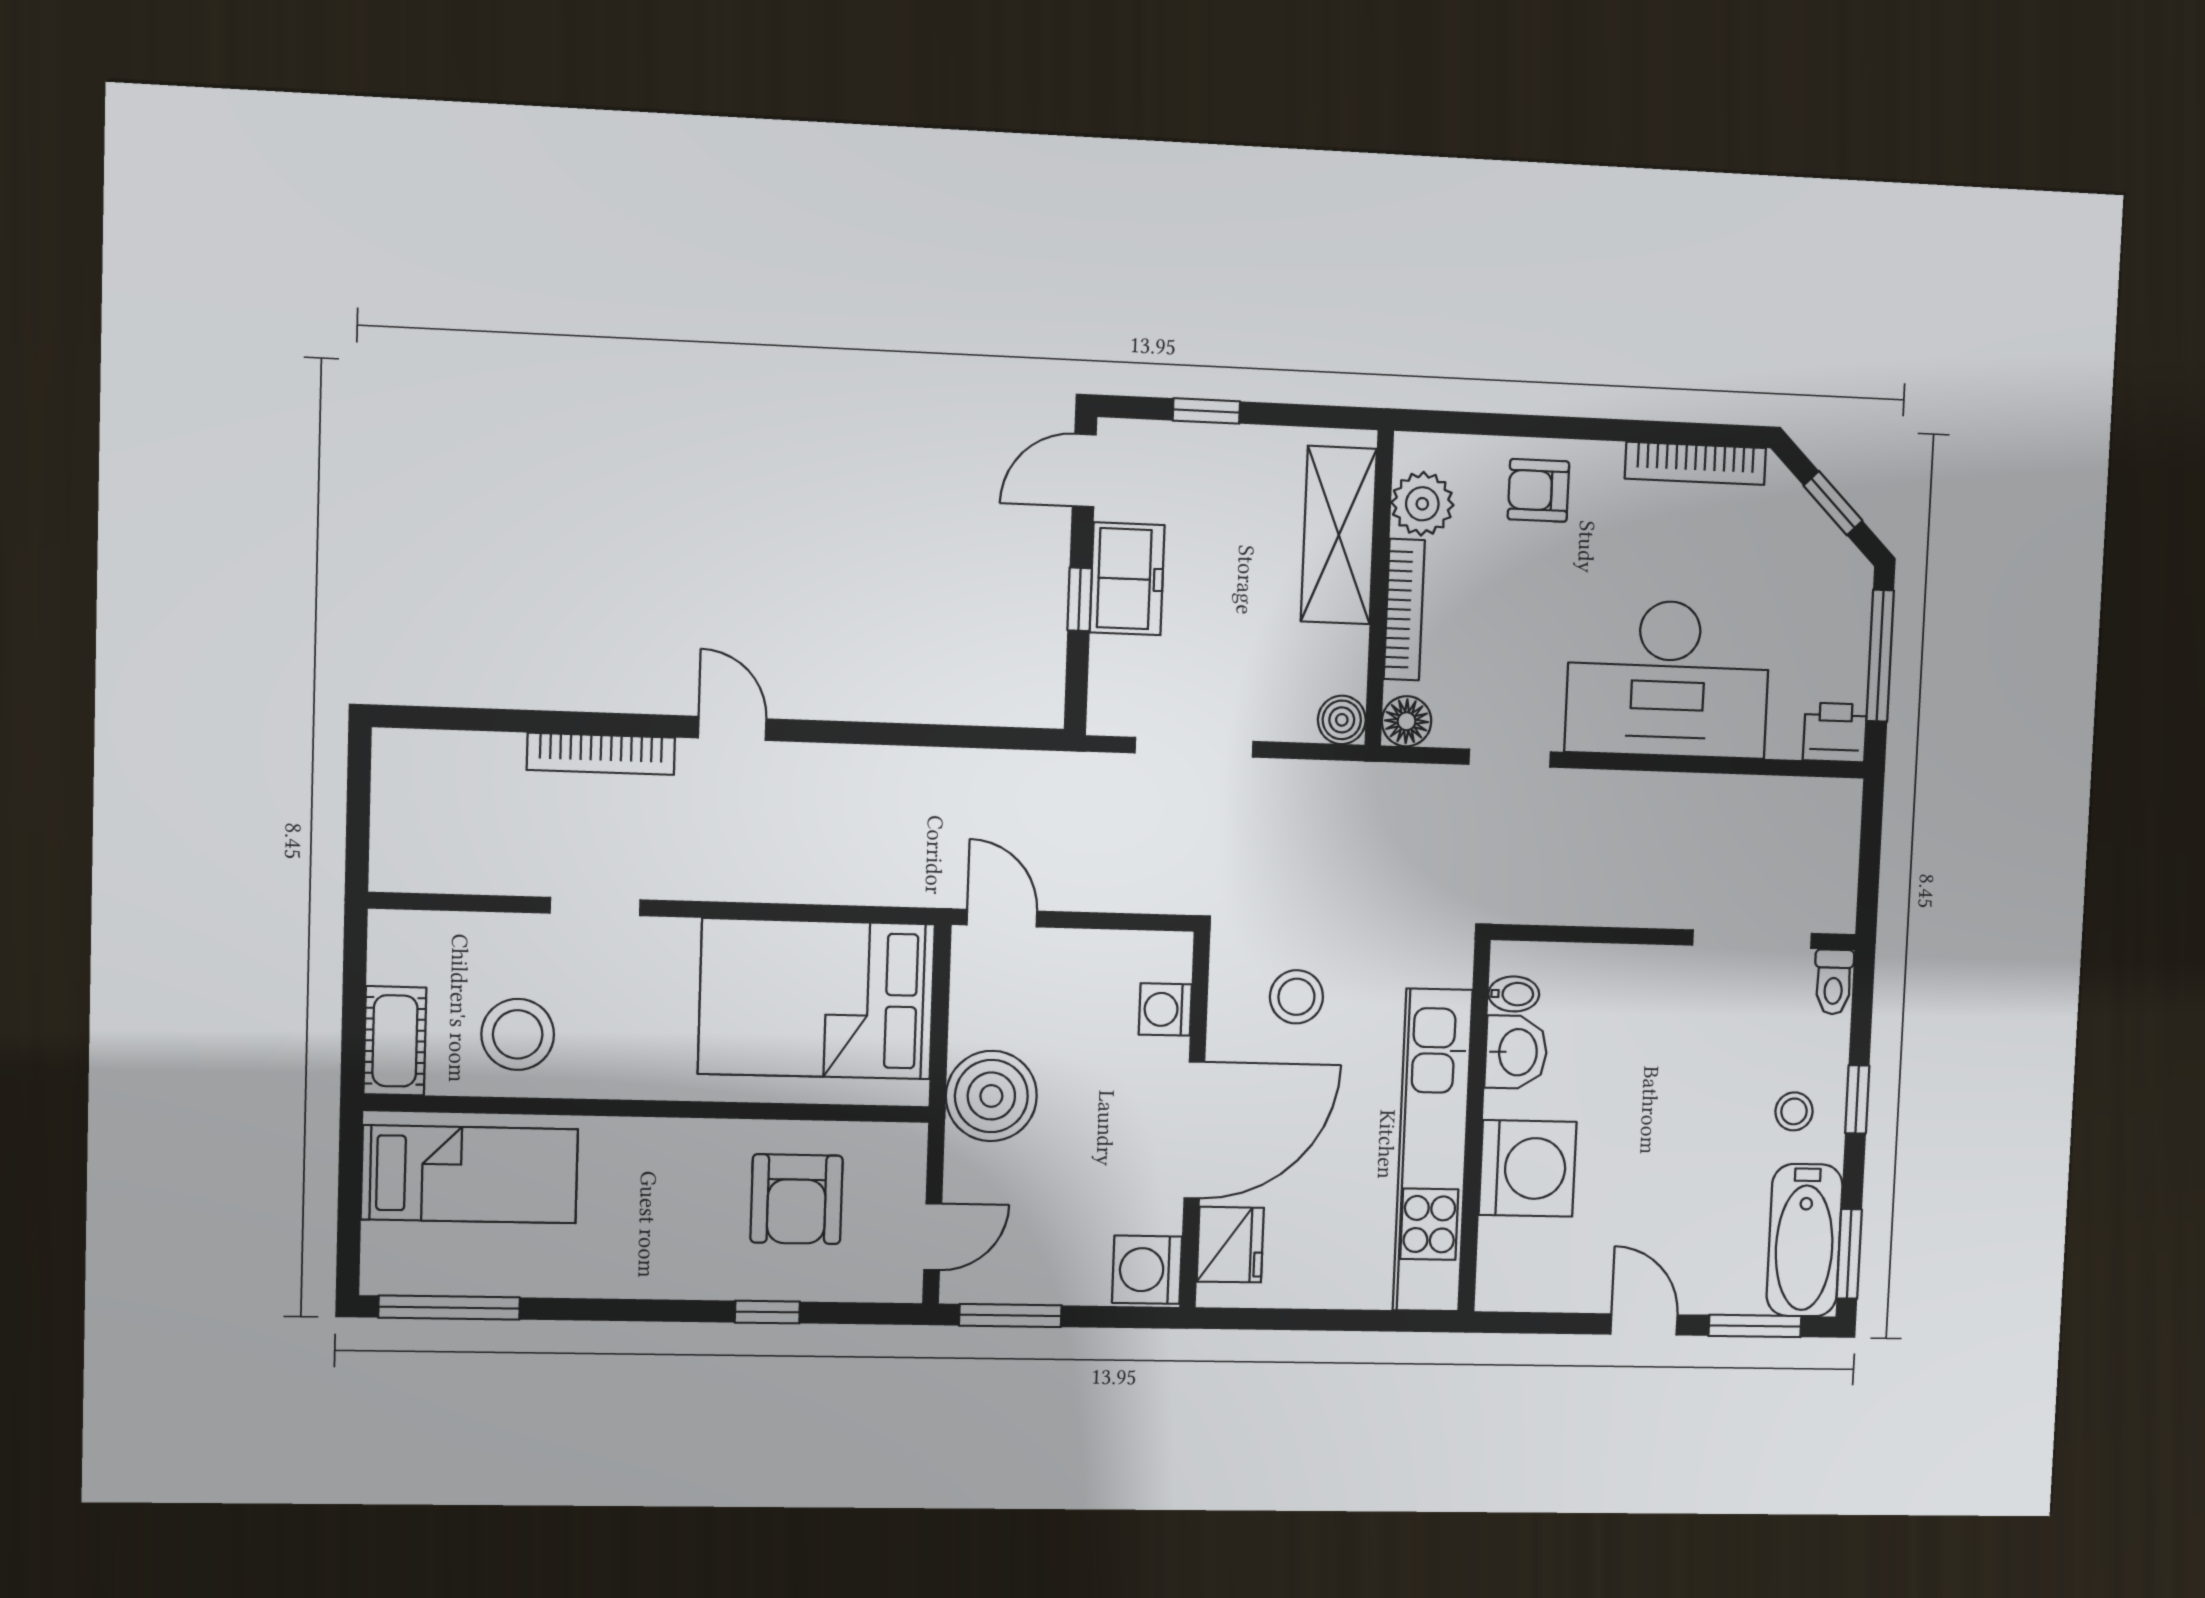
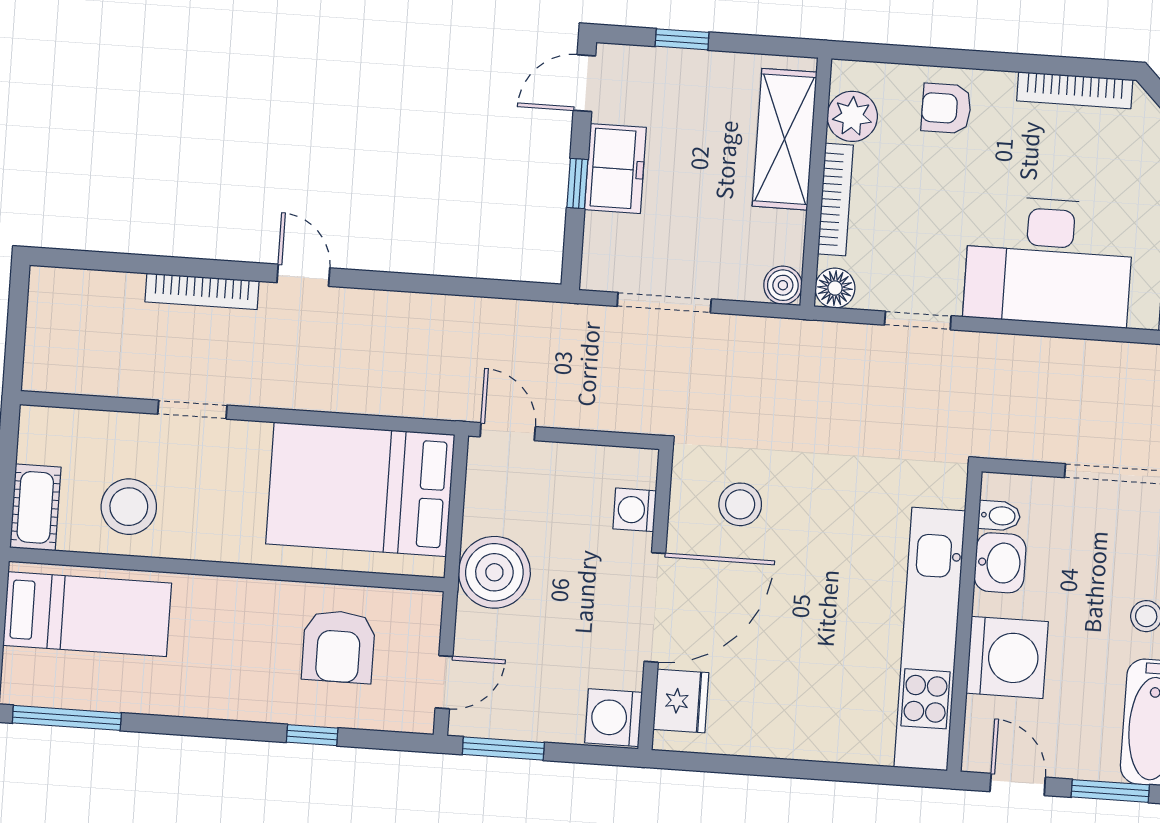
bidet: (1514, 994) -> (999, 516), moved
washbasin: (1516, 1052) -> (1000, 563), moved
wall: (1475, 1126) -> (964, 621), moved
kitchen unit: (1433, 1150) -> (930, 639), moved
washing machine: (1528, 1168) -> (1007, 657), moved

